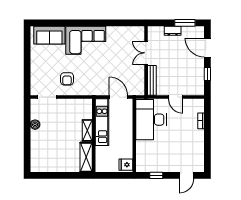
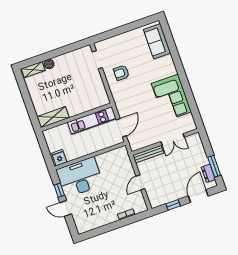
dresser: (173, 31) -> (208, 173), moved
corner sofa: (86, 40) -> (171, 98), moved
double door: (146, 53) -> (173, 139), swing flipped
desk: (151, 120) -> (80, 177), moved
boiler: (35, 125) -> (49, 64), moved
shelving: (87, 130) -> (33, 70), moved
door: (186, 175) -> (66, 208), moved

